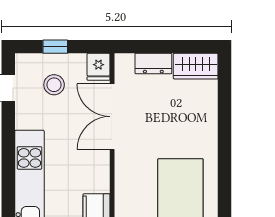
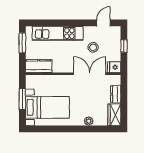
stool: (54, 85) -> (93, 47), moved
plant: (209, 119) -> (89, 121), added

